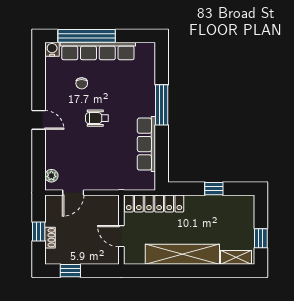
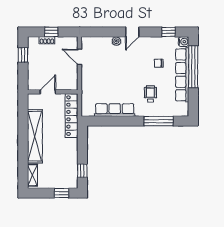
window: (39, 70) -> (168, 32), added
window: (162, 105) -> (159, 121), moved
wheelchair: (97, 118) -> (150, 94), moved
plant: (51, 176) -> (116, 41), moved
window: (214, 189) -> (82, 171), moved
window: (261, 238) -> (61, 193), moved

